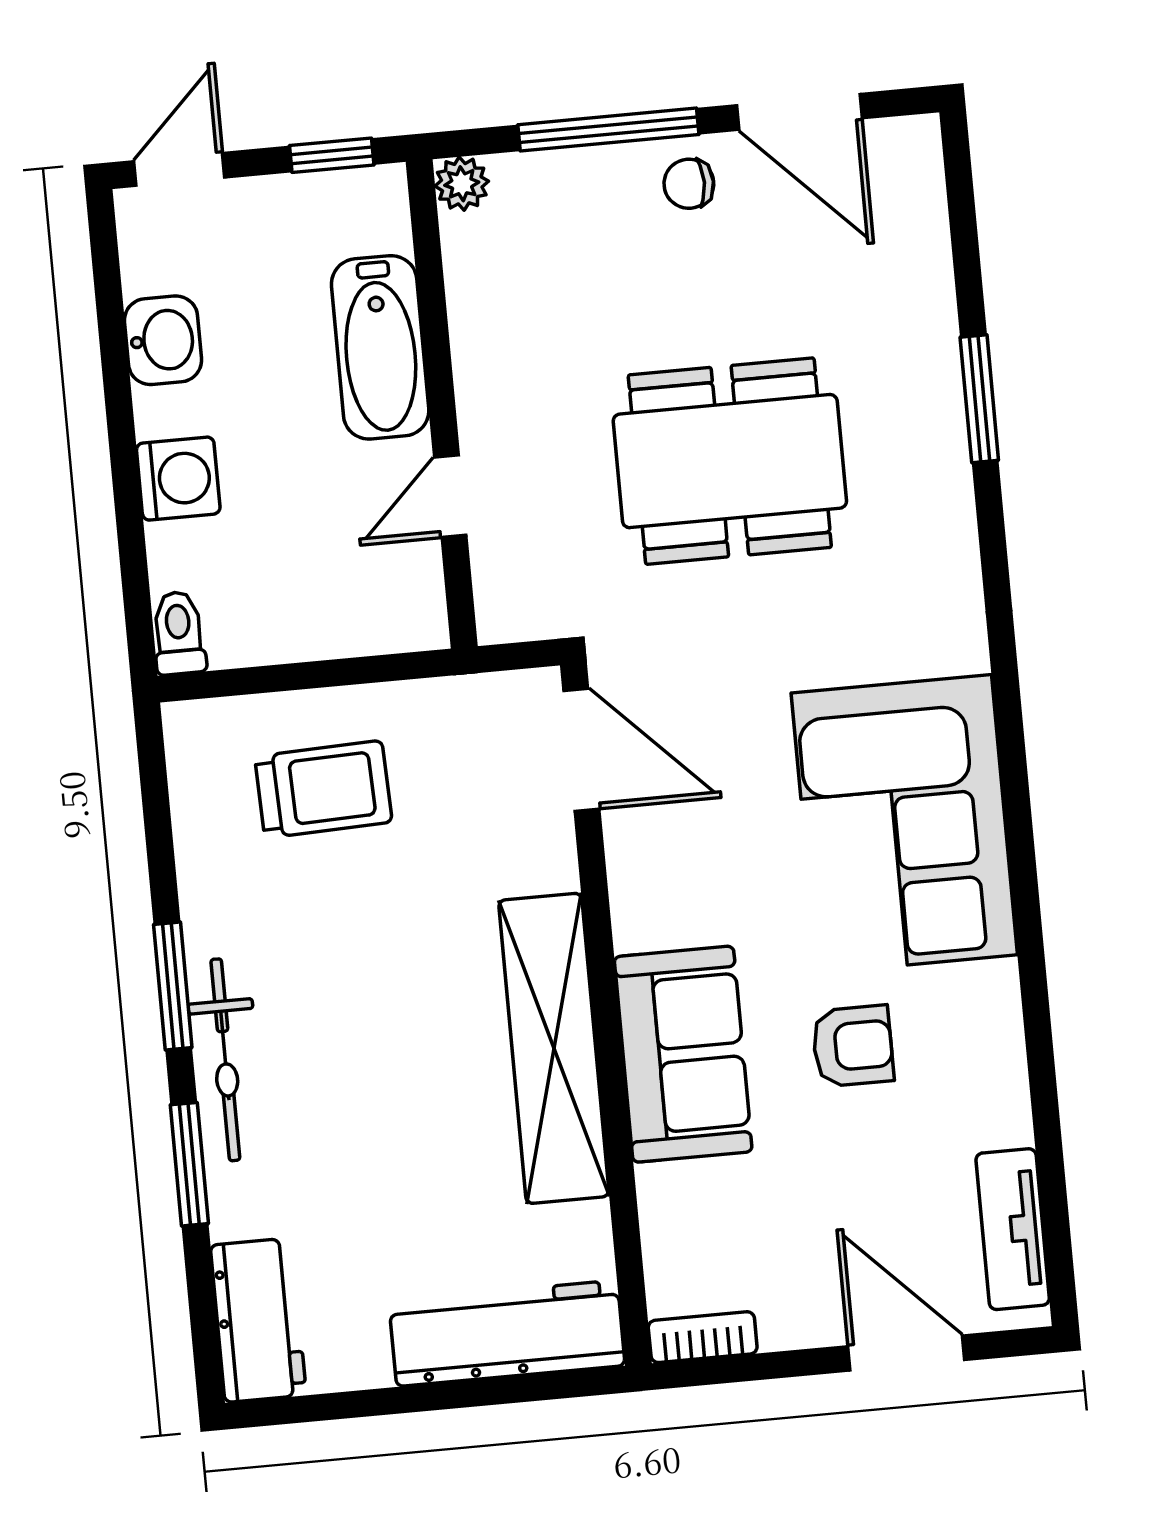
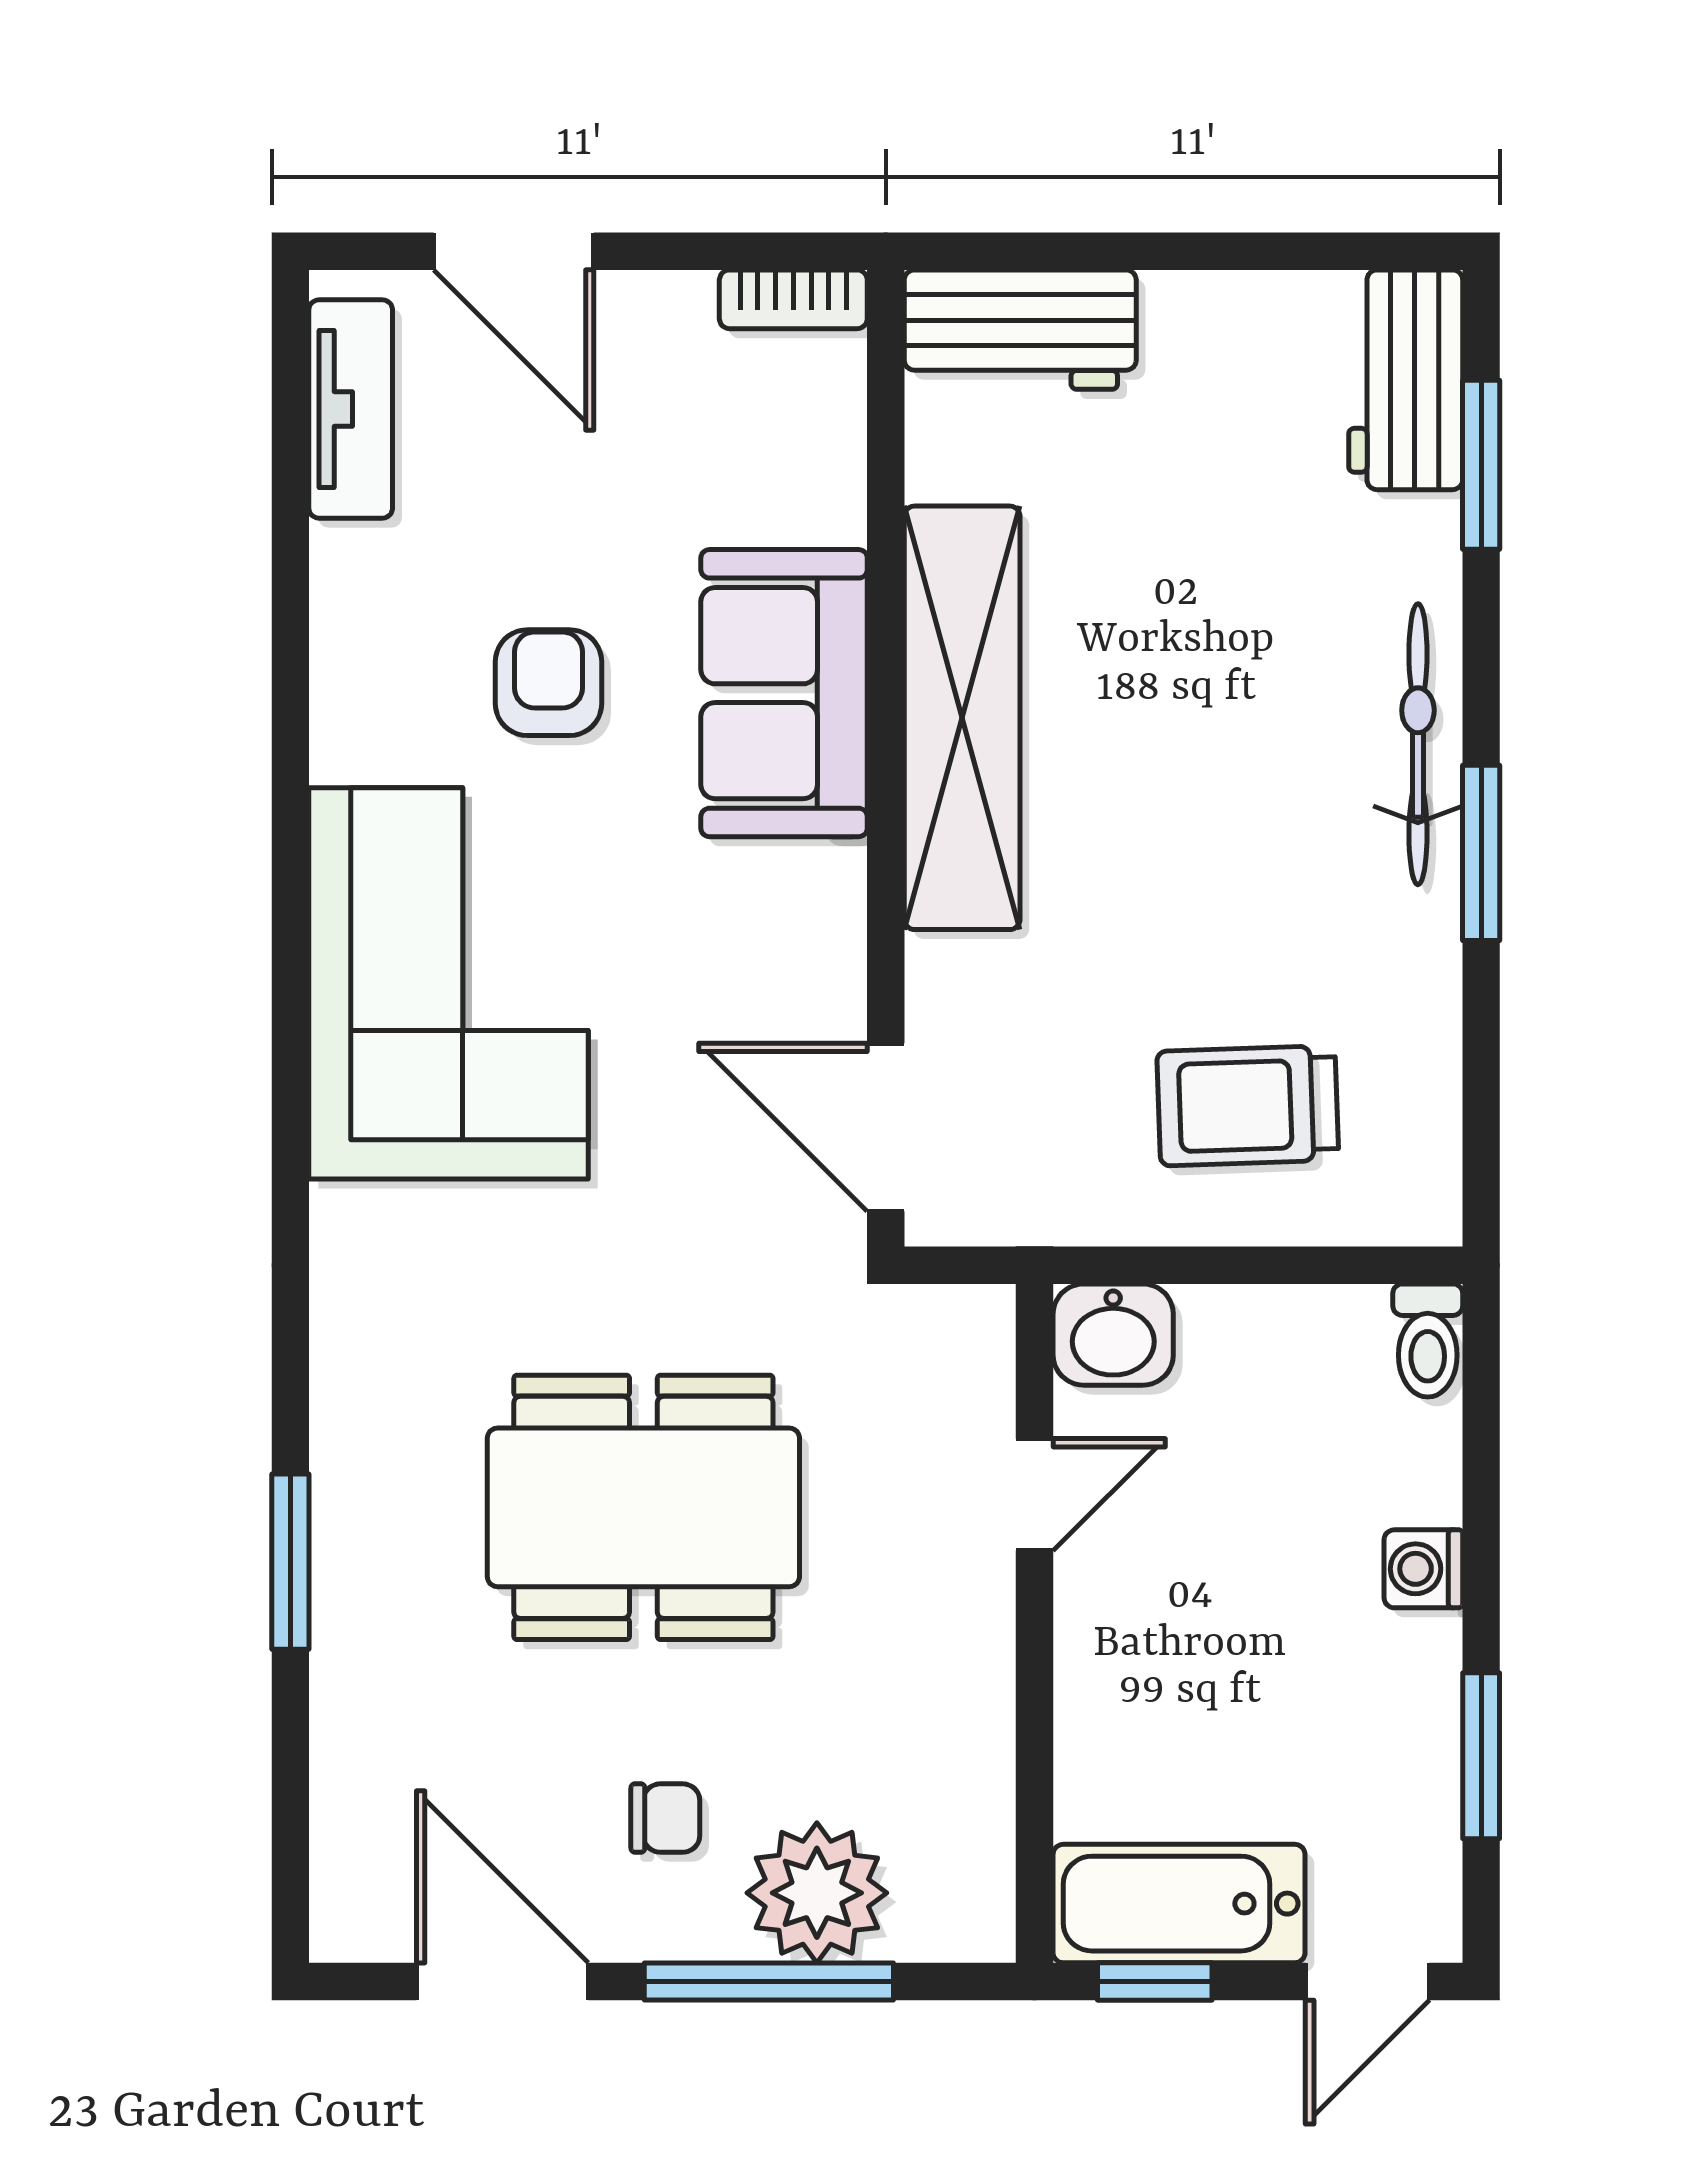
plant: (462, 184) -> (817, 1893), moved, width x1.87, depth x1.87
chair: (689, 184) -> (665, 1818), moved
window: (113, 339) -> (1481, 1756), added
washbasin: (163, 340) -> (1113, 1335), moved, turned -90
bathtub: (380, 347) -> (1179, 1904), moved, turned -90
washing machine: (178, 479) -> (1423, 1569), width x0.73, depth x0.73
armchair: (853, 1046) -> (548, 683), turned 90
window: (189, 1164) -> (1481, 465), moved
workbench: (507, 1333) -> (1020, 330), width x0.73

